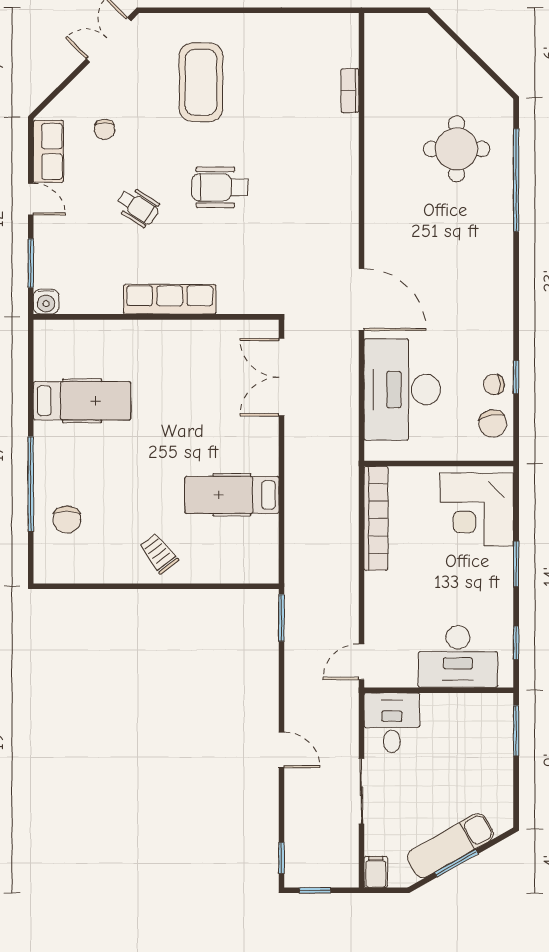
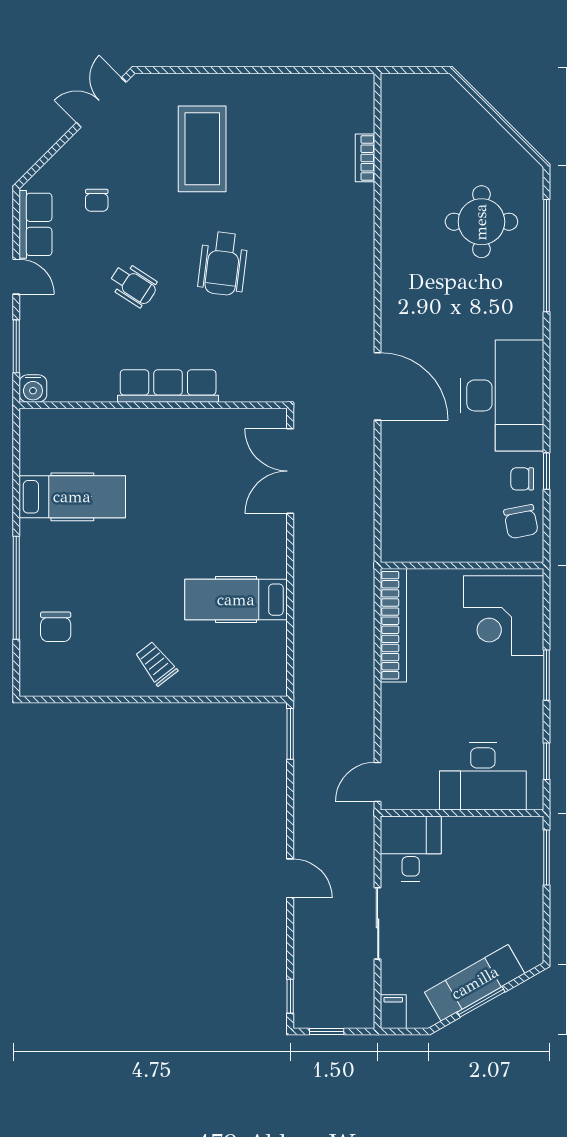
wheelchair: (220, 187) -> (223, 264), turned -83
desk: (402, 390) -> (502, 395), moved, turned 180

